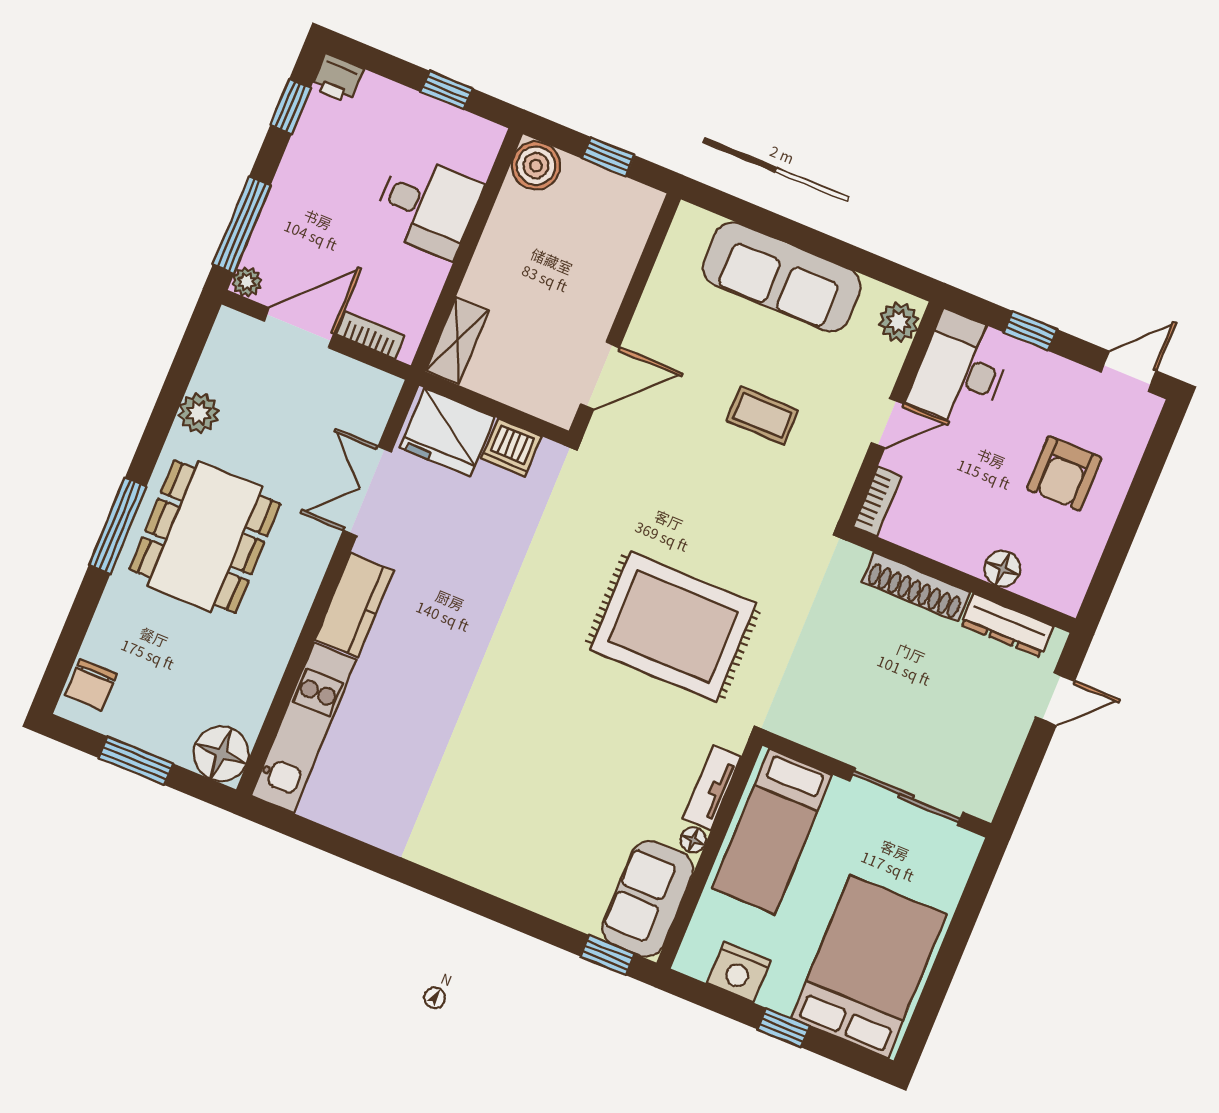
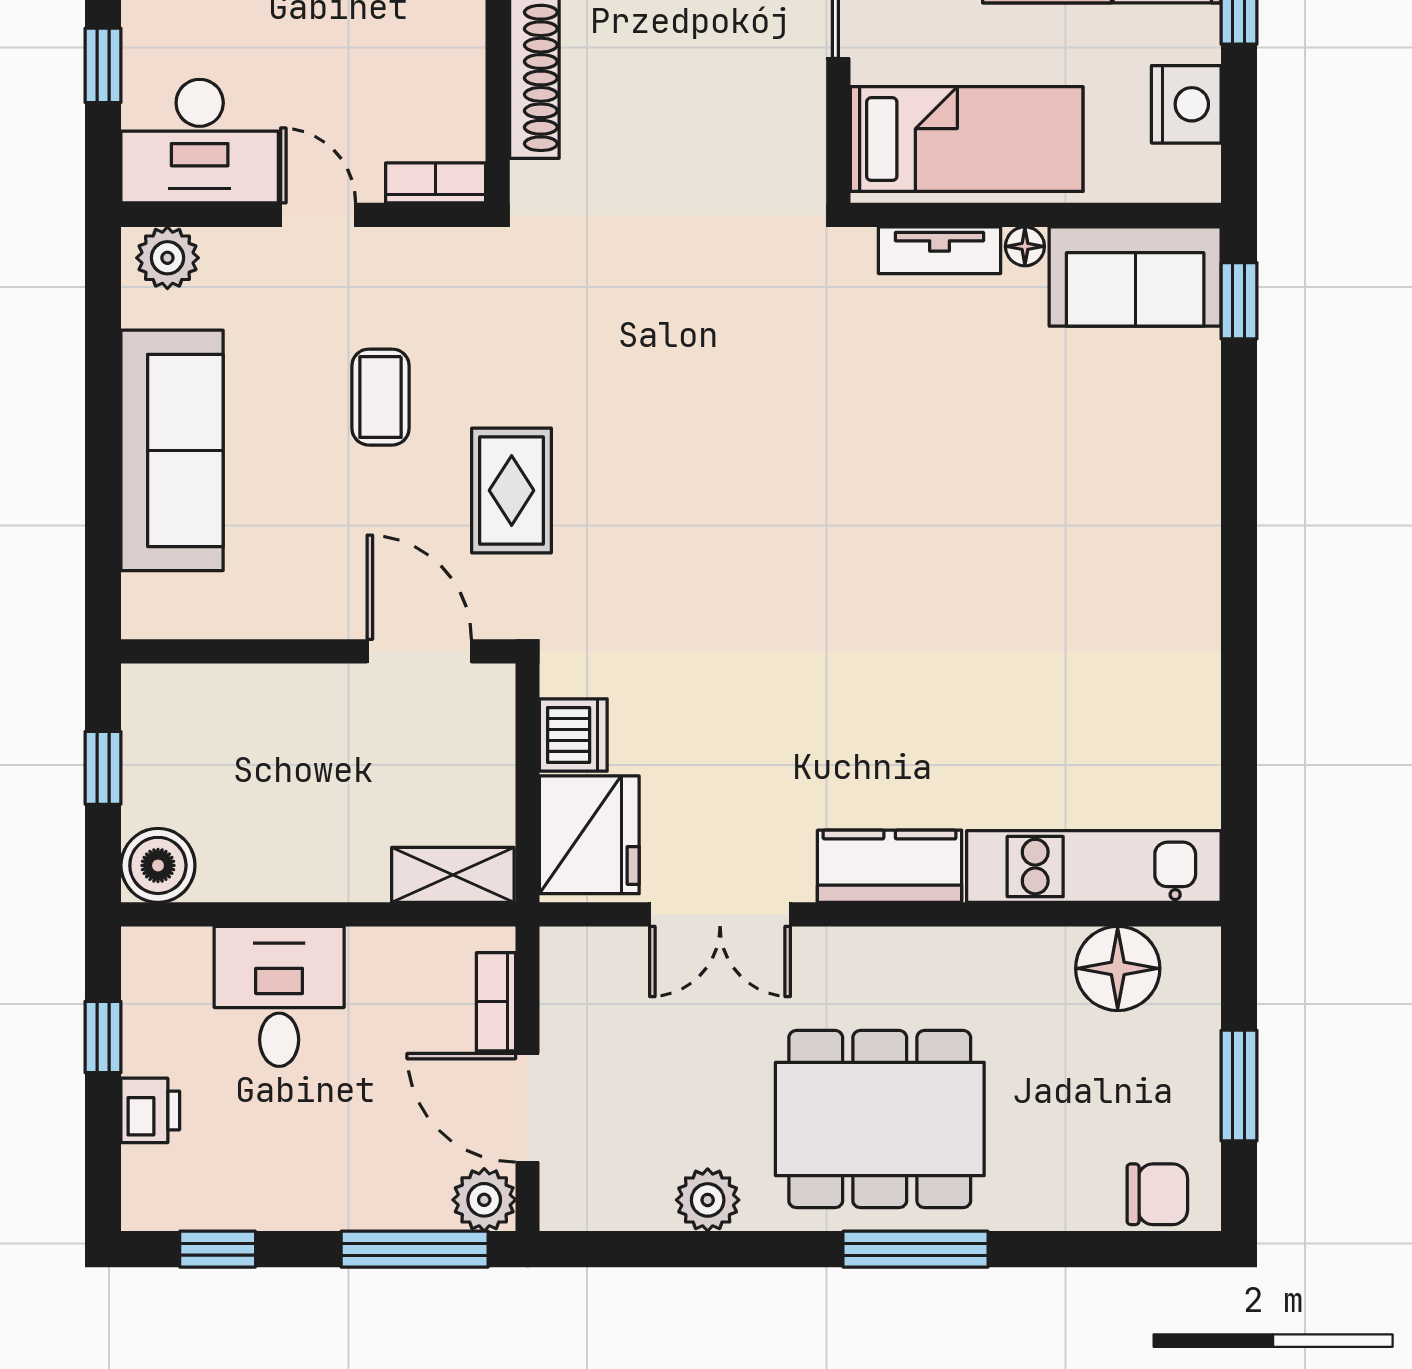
printer: (337, 78) -> (150, 1110), moved
plant: (247, 282) -> (484, 1200), width x1.38, depth x1.38
rug: (673, 627) -> (512, 490), moved, width x0.54, depth x0.49
floor lamp: (221, 754) -> (1118, 968), moved

